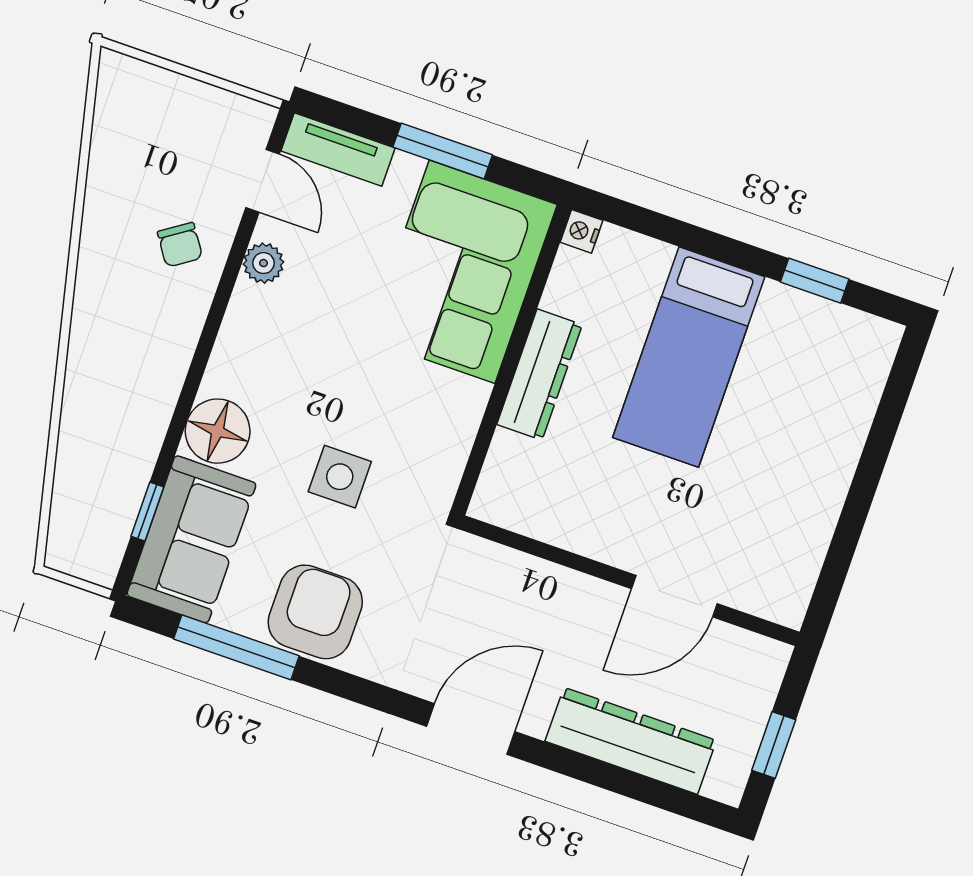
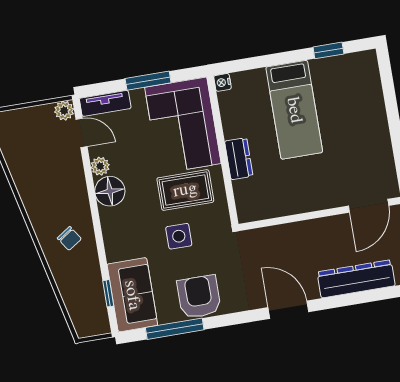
plant: (253, 121) -> (64, 111), added
chair: (180, 245) -> (69, 238), moved
dresser: (539, 375) -> (239, 159), width x0.70
rug: (400, 396) -> (185, 190), added
floor lamp: (218, 431) -> (110, 191), moved
door: (674, 596) -> (369, 206), moved
door: (471, 729) -> (288, 310), hinge flipped

